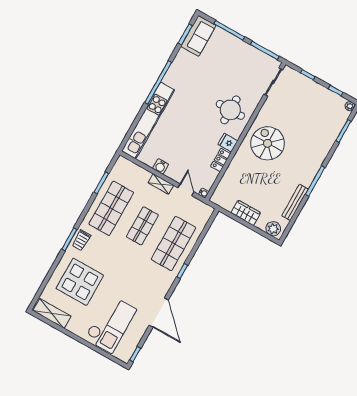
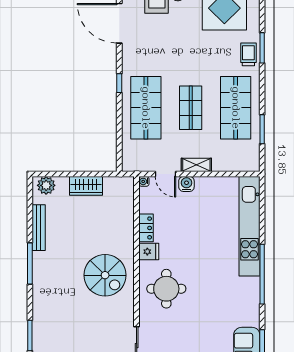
water cooler: (161, 166) -> (186, 184), moved

